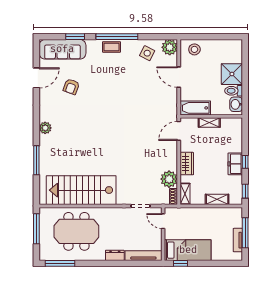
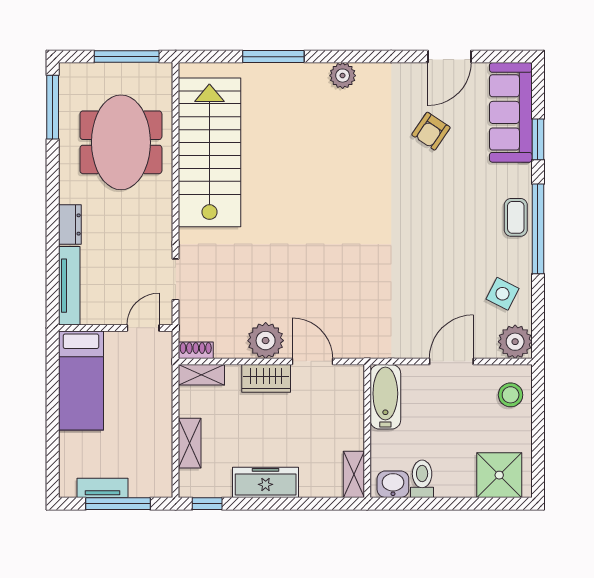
shower: (232, 74) -> (499, 475), moved
door: (36, 78) -> (450, 57), hinge flipped
armchair: (71, 87) -> (431, 131), turned -76
shelving: (209, 123) -> (354, 474), moved
door: (179, 131) -> (313, 361), moved
window: (245, 162) -> (270, 504), removed
freezer: (235, 164) -> (266, 482), width x1.40
plant: (169, 179) -> (266, 341), moved
window: (180, 263) -> (53, 365), removed

